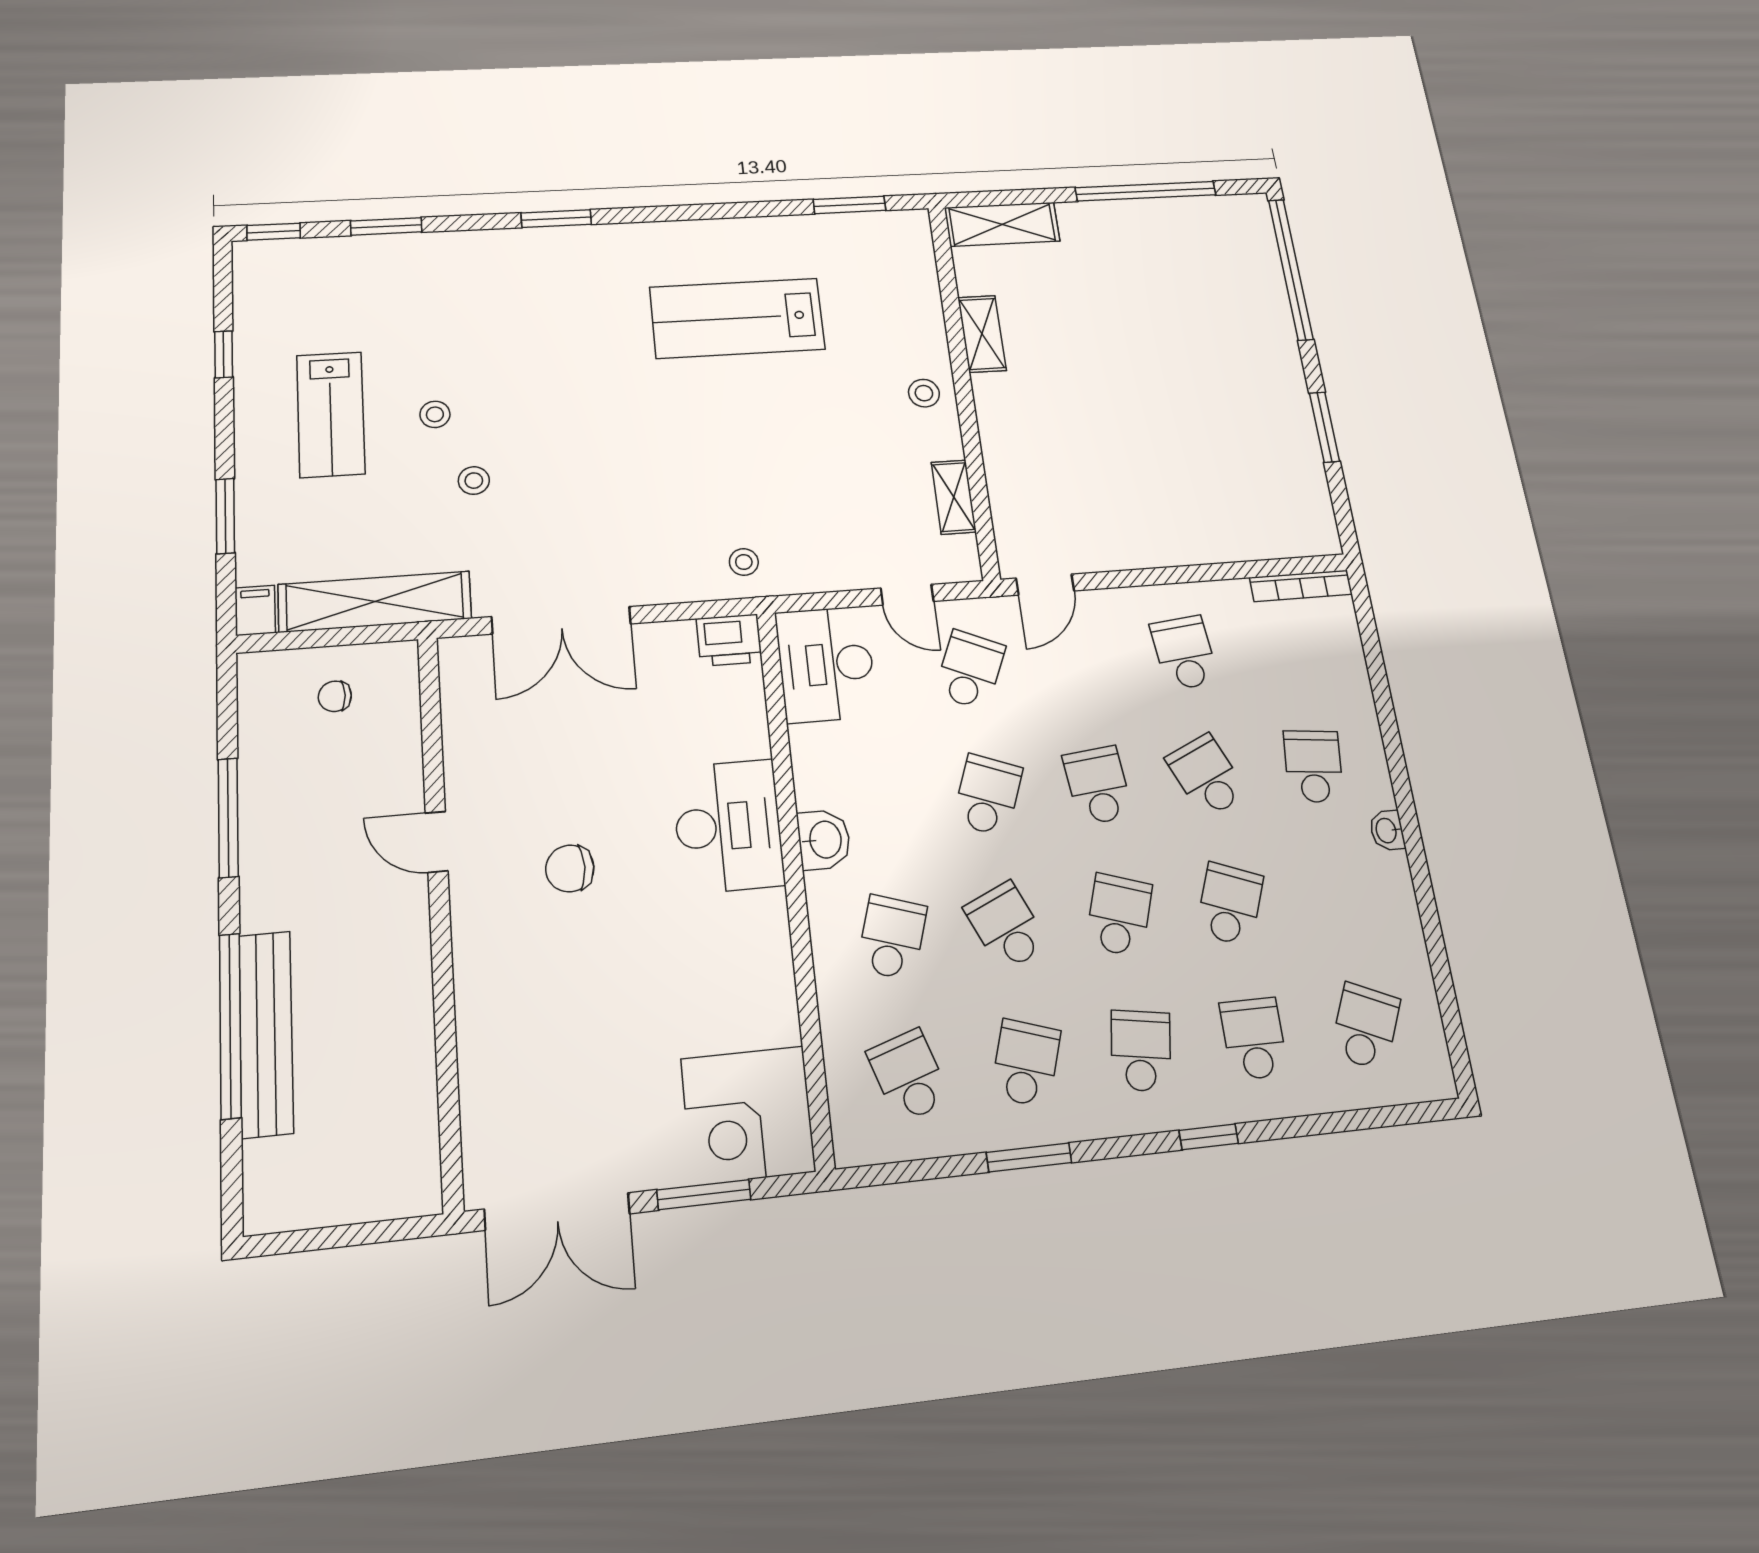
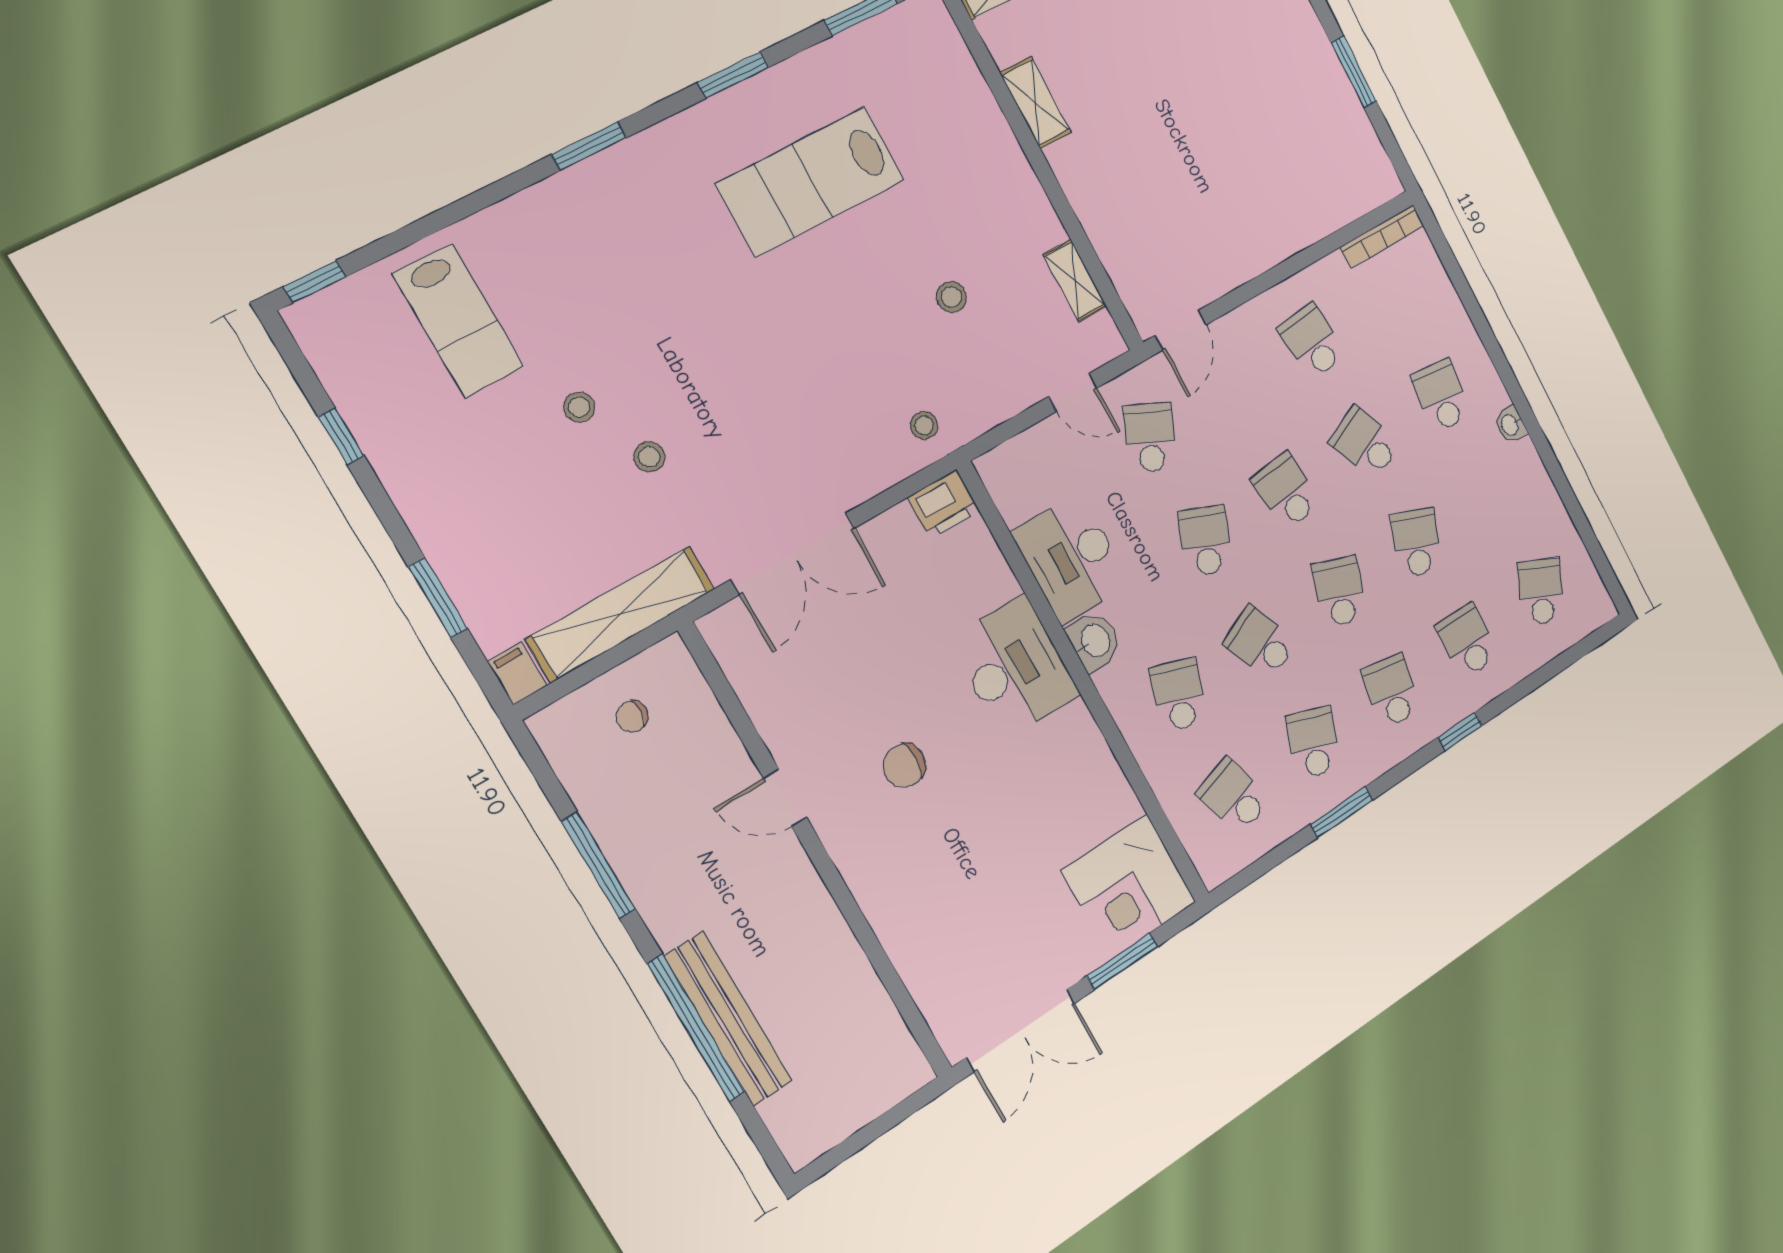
window: (386, 226) -> (733, 75), moved
stool: (924, 393) -> (951, 297), moved
lab bench: (331, 414) -> (458, 321), moved
desk: (826, 664) -> (1071, 558), moved

